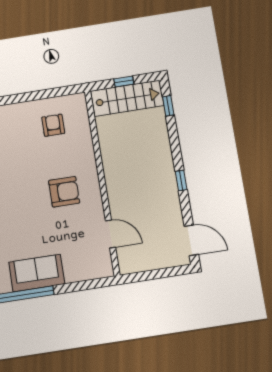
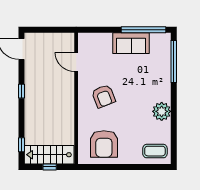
armchair: (53, 125) -> (104, 144), width x1.88, depth x1.88
armchair: (64, 192) -> (104, 96), turned -111

